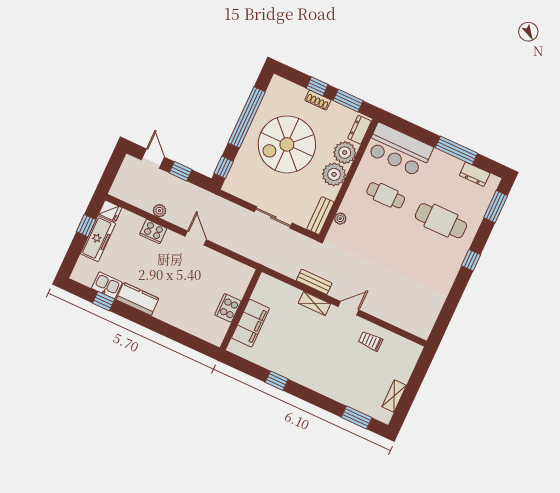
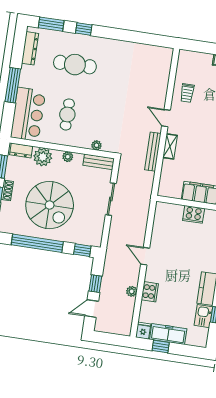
window: (456, 150) -> (13, 85), moved
plant: (334, 174) -> (68, 157), width x0.53, depth x0.53
dresser: (475, 174) -> (30, 48), width x1.44
cafe table: (441, 221) -> (75, 65), turned 90
door: (196, 238) -> (145, 256), hinge flipped
window: (471, 260) -> (84, 29), moved
bench: (314, 282) -> (153, 152), width x1.36

